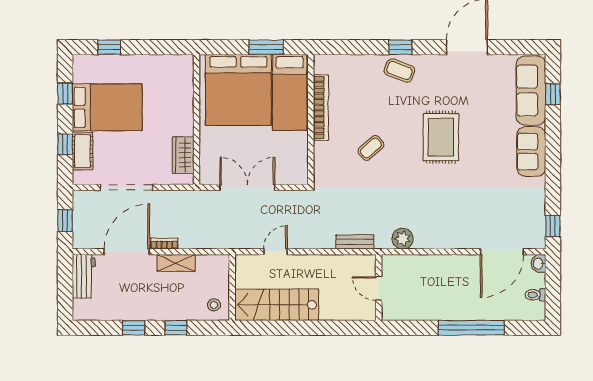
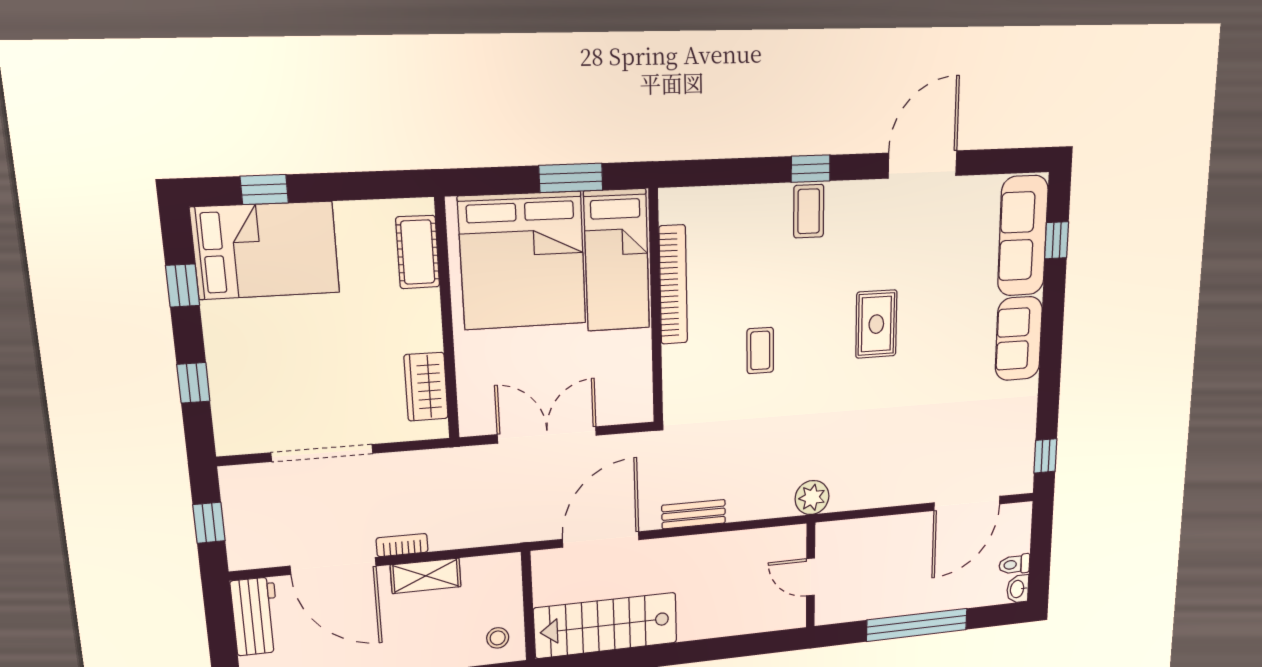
coffee table: (399, 71) -> (809, 211), turned 70
bed: (107, 107) -> (266, 250), moved
rug: (441, 137) -> (876, 324), width x0.73, depth x0.70
coffee table: (371, 148) -> (760, 350), turned -48
cot: (83, 151) -> (418, 252), moved
bench: (355, 242) -> (694, 514), moved
door: (127, 252) -> (333, 566), swing flipped
door: (276, 252) -> (601, 539), width x1.88
washbasin: (538, 264) -> (1018, 589), moved
wall: (379, 287) -> (811, 575), moved
door: (379, 288) -> (811, 577), moved

